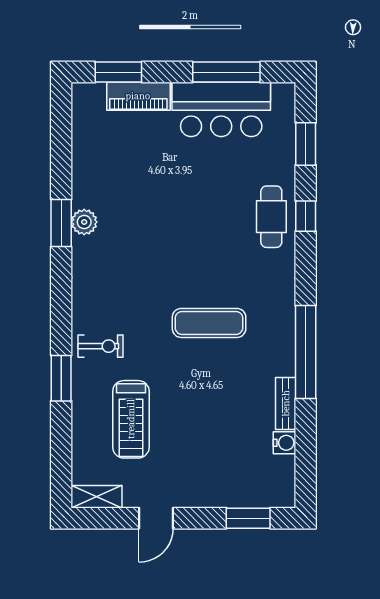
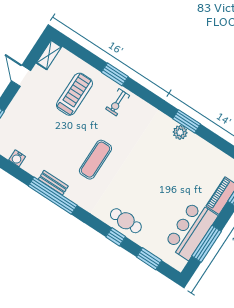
bench: (286, 403) -> (53, 183), moved
treadmill: (131, 419) -> (74, 94), turned 90

